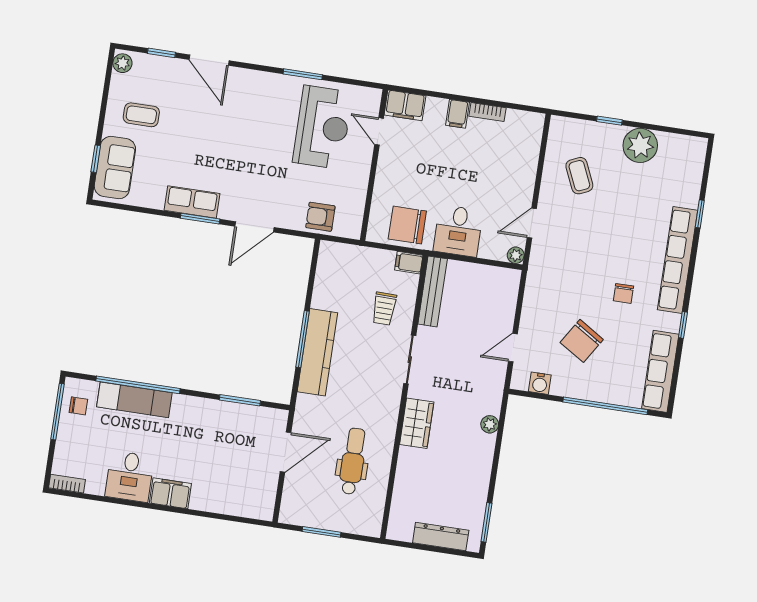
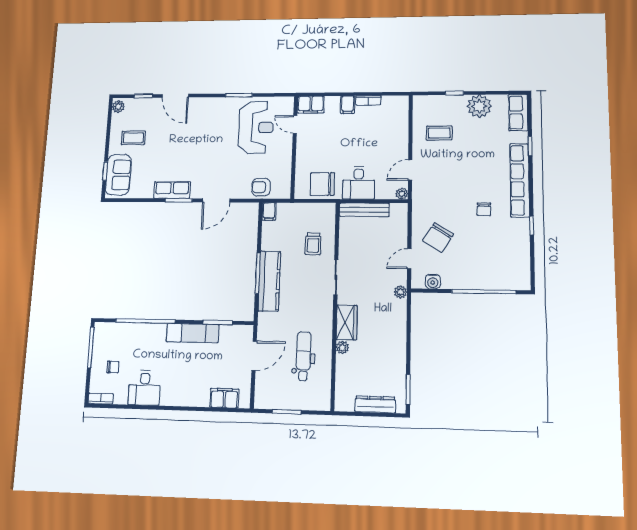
coffee table: (579, 176) -> (439, 133), turned -66
filing cabinet: (409, 263) -> (269, 211), moved, turned -90
bench: (433, 291) -> (364, 210), moved, turned 90
chair: (582, 341) -> (438, 237), moved
row of seats: (660, 371) -> (518, 113), moved, width x0.68
exam couch: (134, 400) -> (193, 333), moved
chair: (78, 406) -> (113, 367), moved
plant: (490, 424) -> (400, 292), moved
plant: (407, 456) -> (342, 348), added
filing cabinet: (170, 493) -> (224, 398), moved

